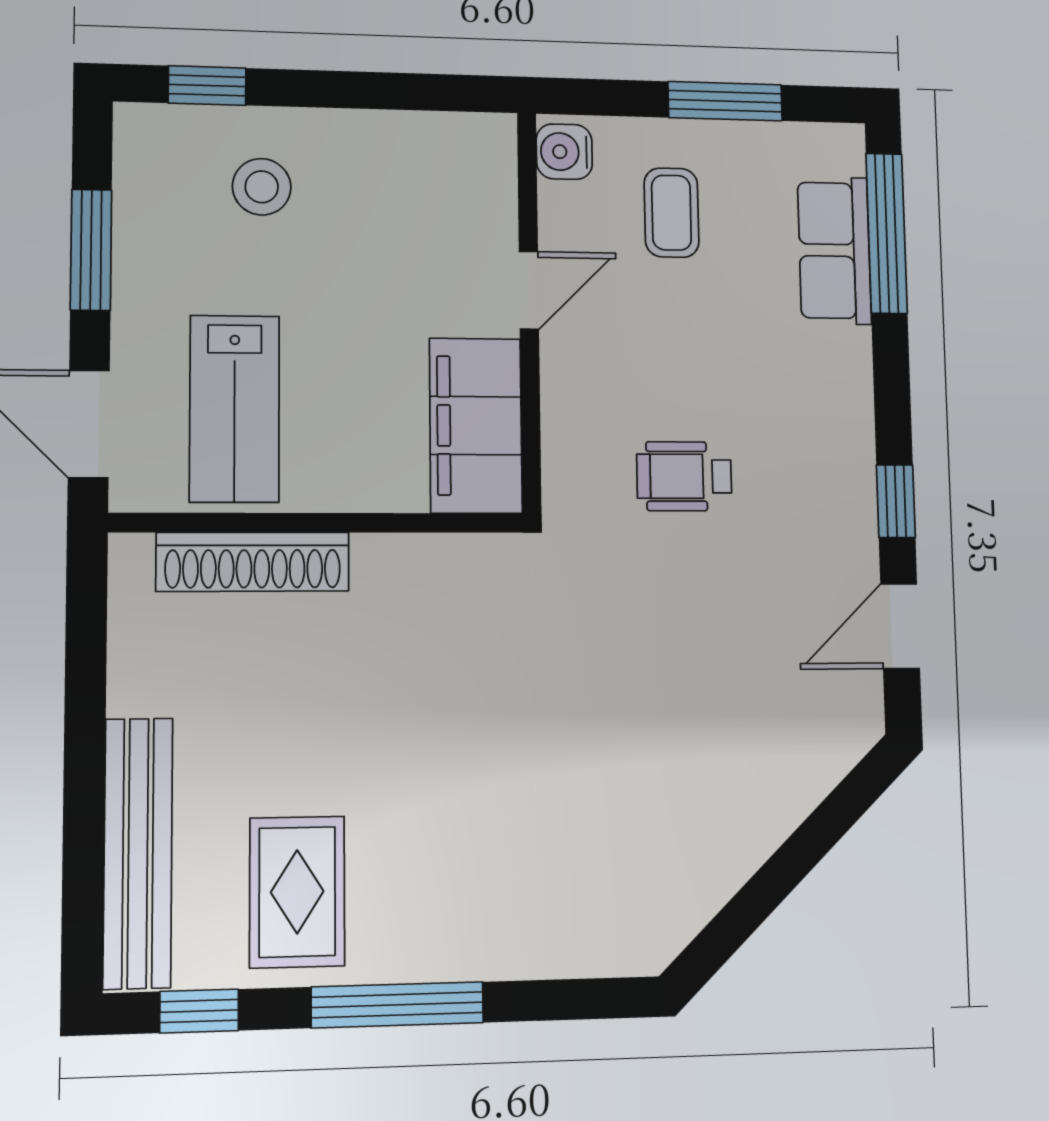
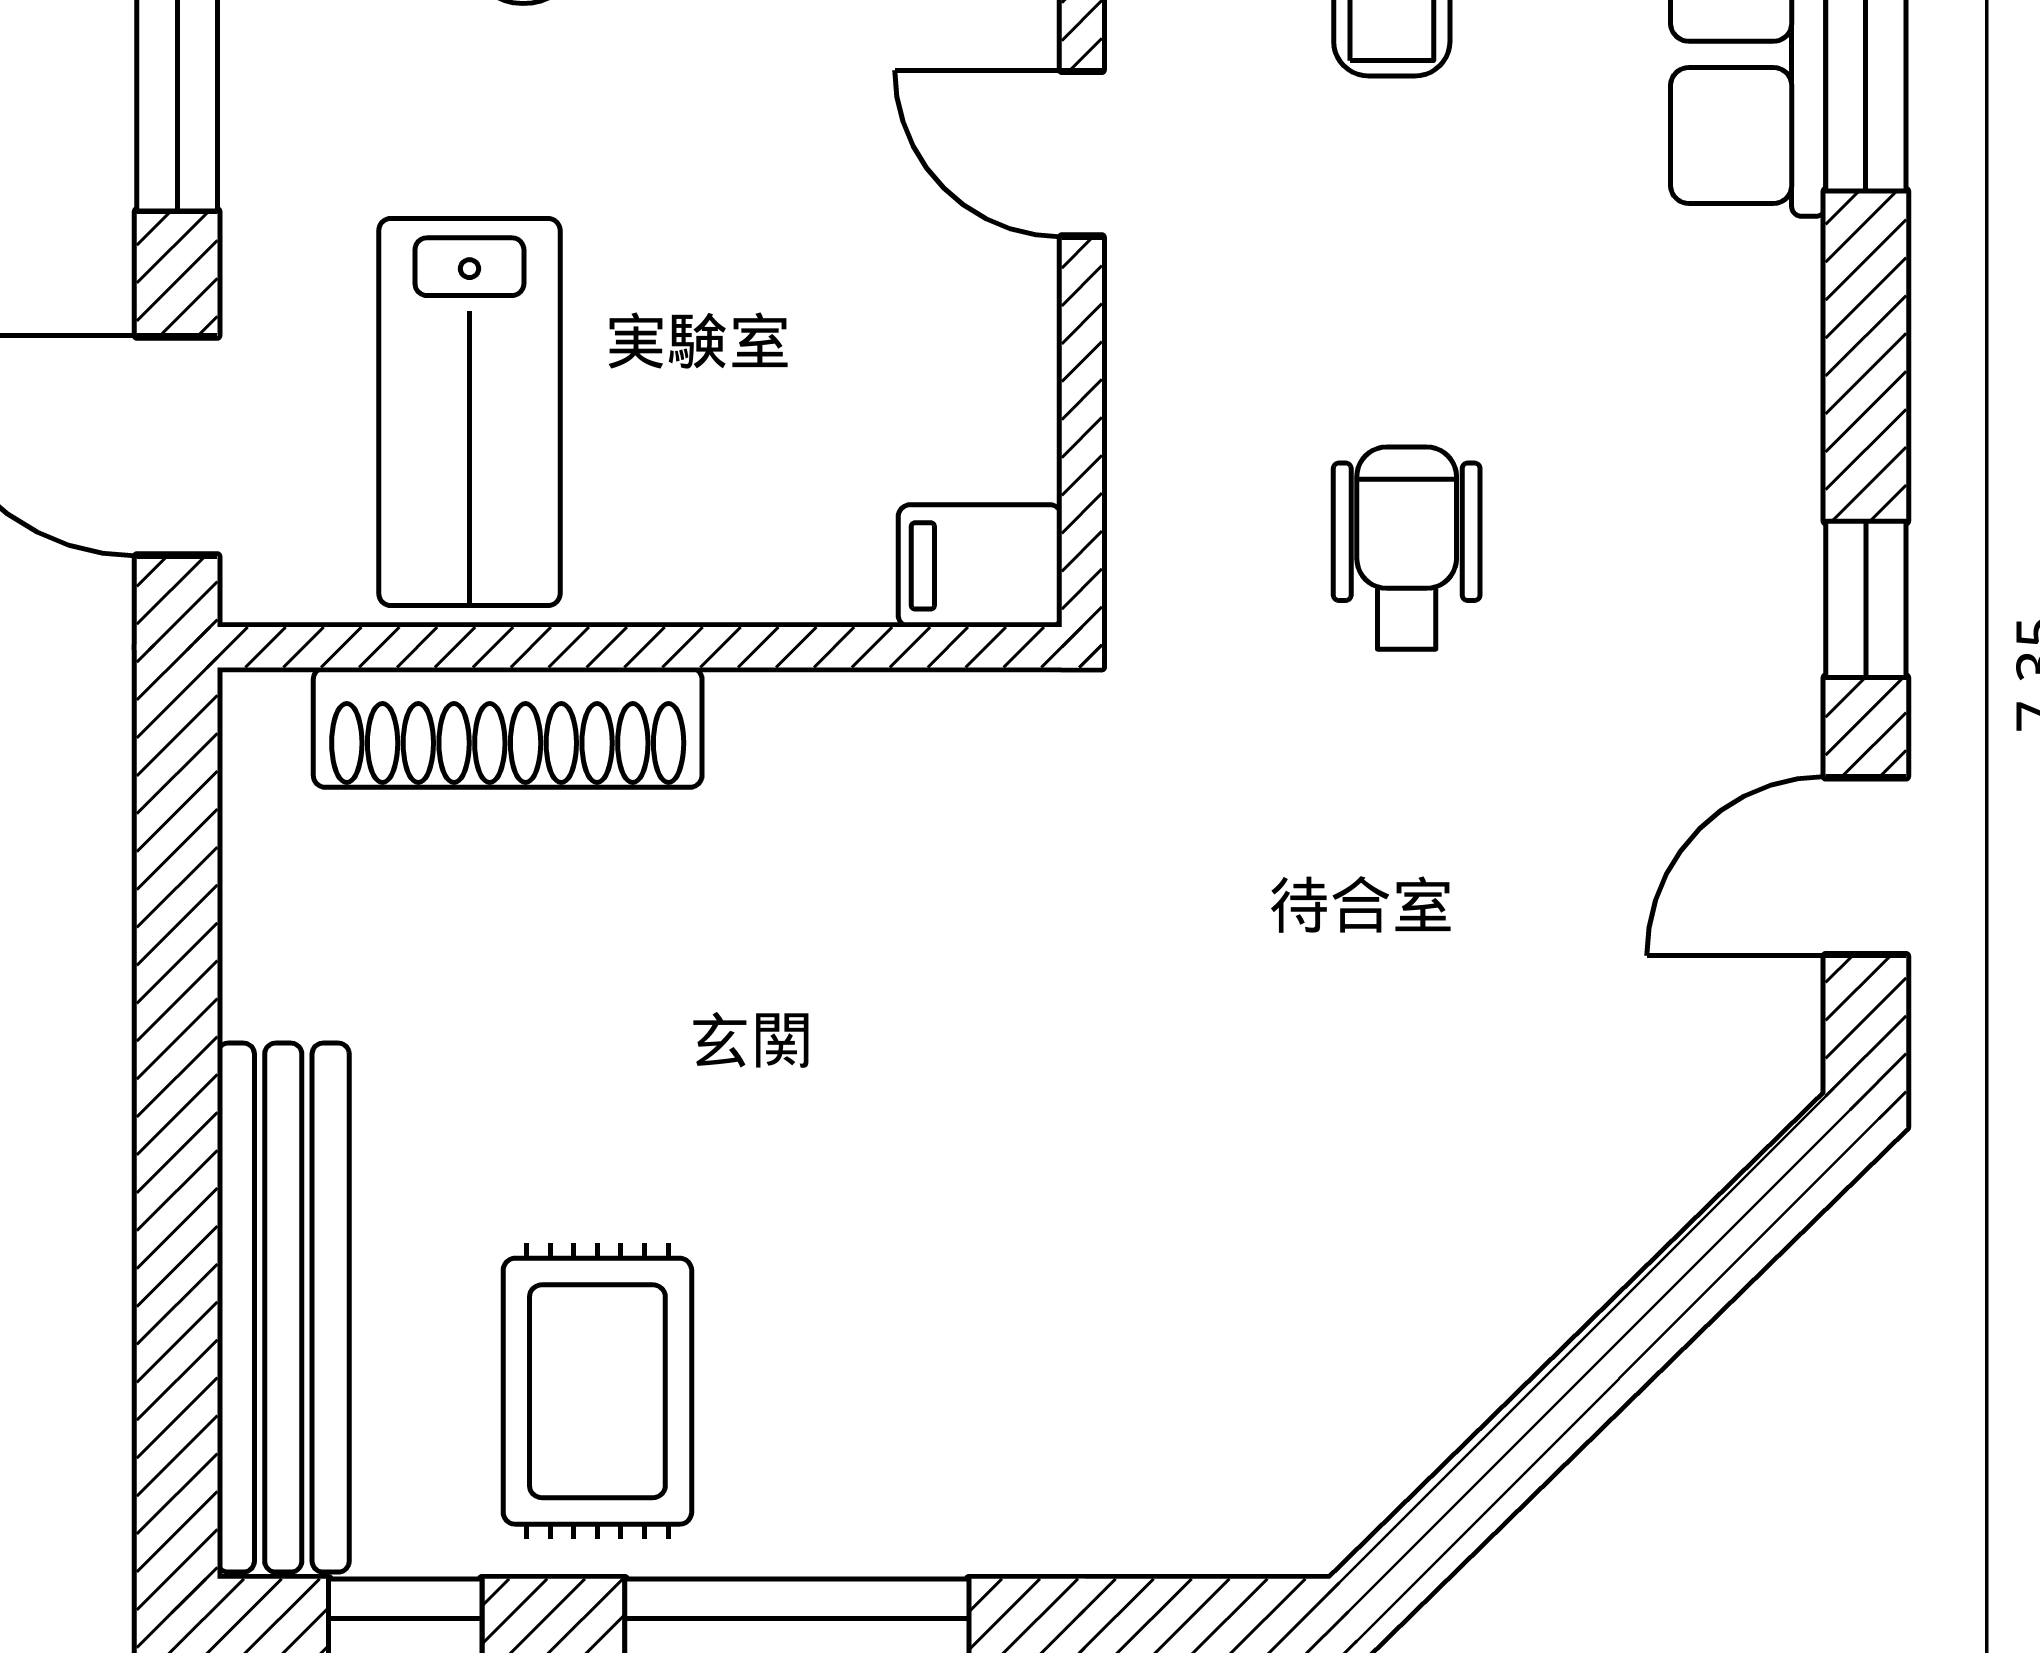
door: (529, 290) -> (1082, 154), swing flipped
filing cabinet: (476, 426) -> (980, 566), width x0.33, depth x0.86
wheelchair: (684, 476) -> (1407, 548), turned 90

